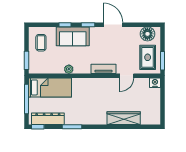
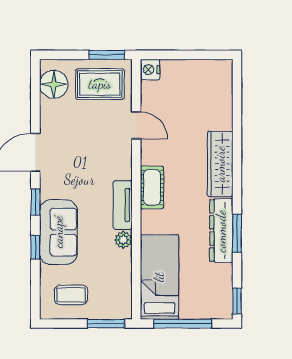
tv unit: (104, 69) -> (123, 205), moved
cot: (95, 84) -> (152, 187), added
wardrobe: (124, 118) -> (220, 164), moved
dresser: (48, 119) -> (221, 231), moved

